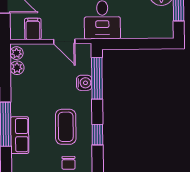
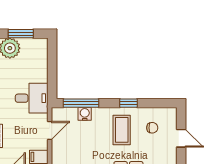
coffee table: (66, 127) -> (122, 130), turned 90

